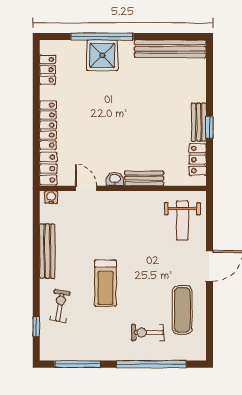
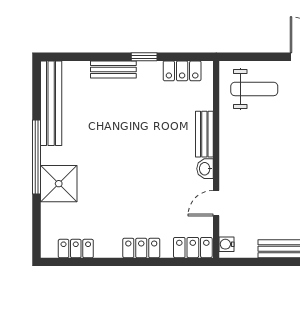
window: (102, 37) -> (36, 157), moved
bench: (199, 122) -> (113, 70), moved
locker: (48, 125) -> (141, 248), width x0.66

